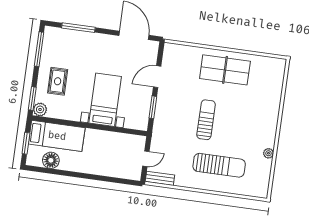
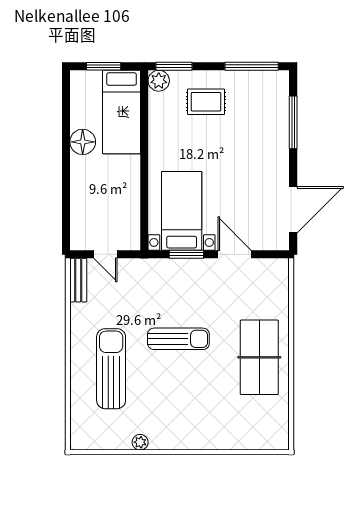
bed with nightstands: (105, 100) -> (182, 211), moved, turned -90
floor lamp: (51, 160) -> (83, 142), moved
sun lounger: (219, 165) -> (111, 369), turned 180

